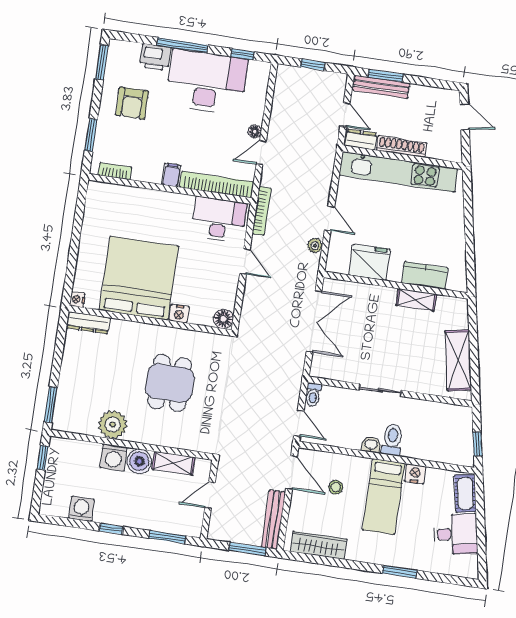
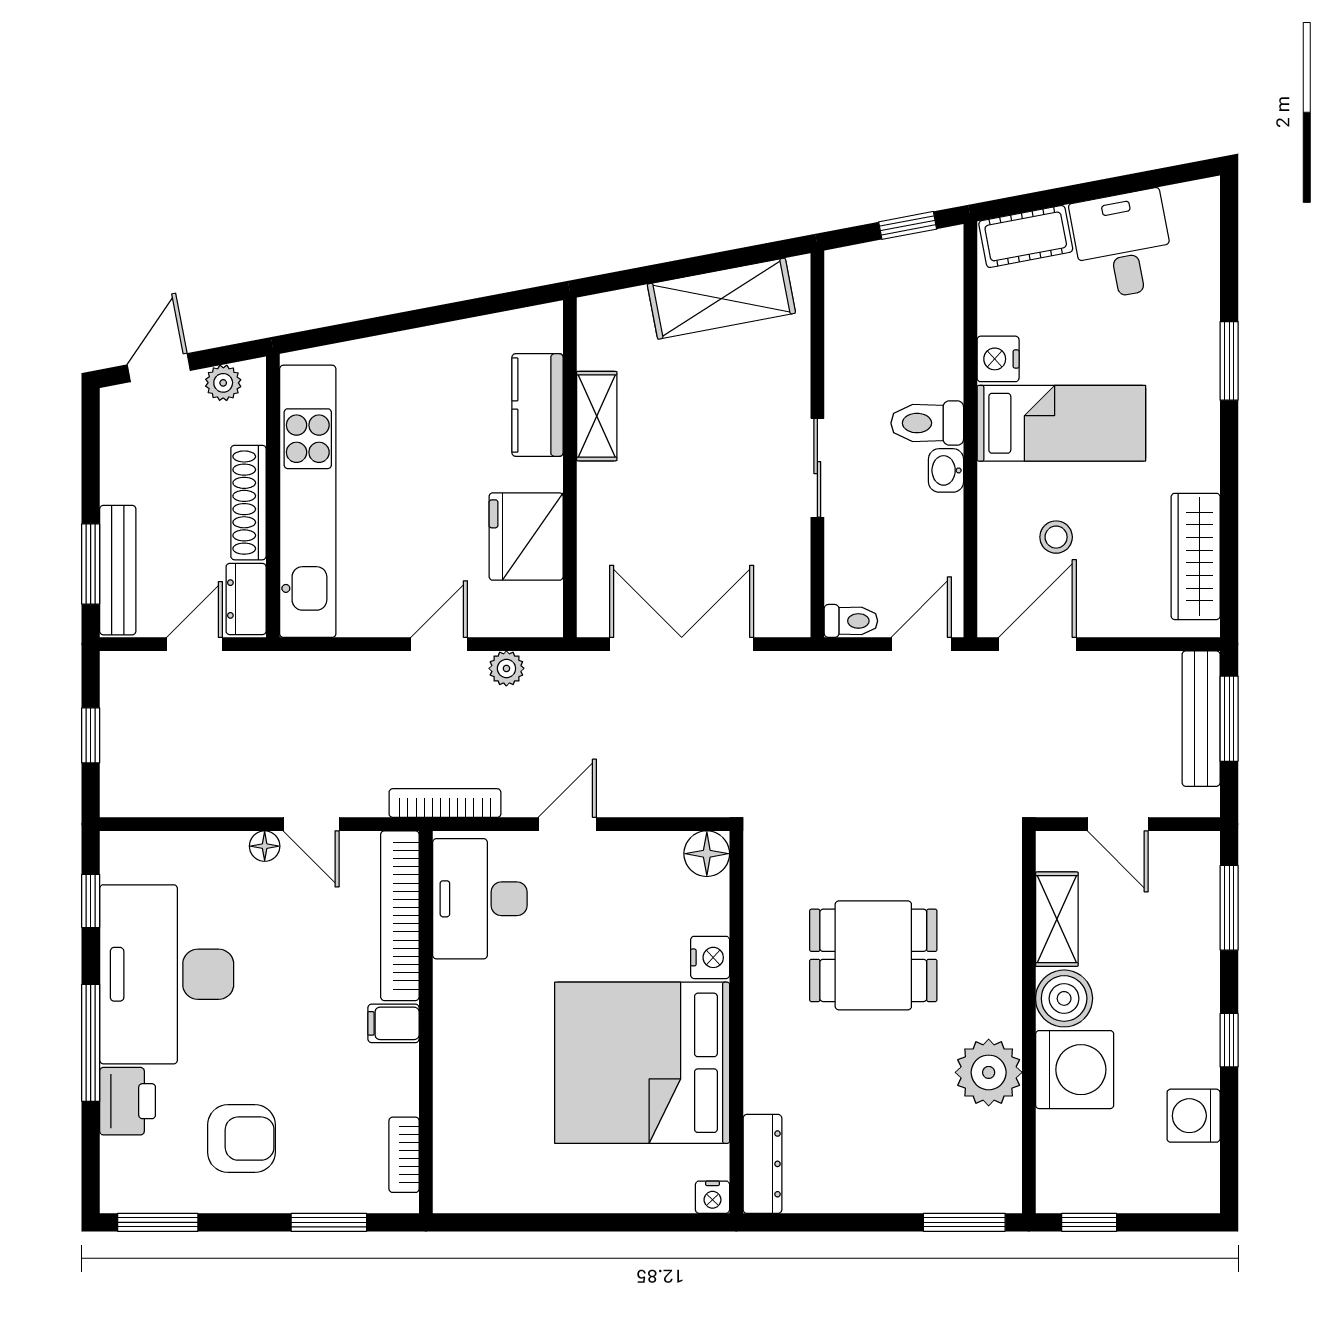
plant: (454, 143) -> (223, 383), added
washing machine: (114, 457) -> (1075, 1070), width x1.37, depth x1.37
bench: (273, 520) -> (1201, 719), moved, turned 90

